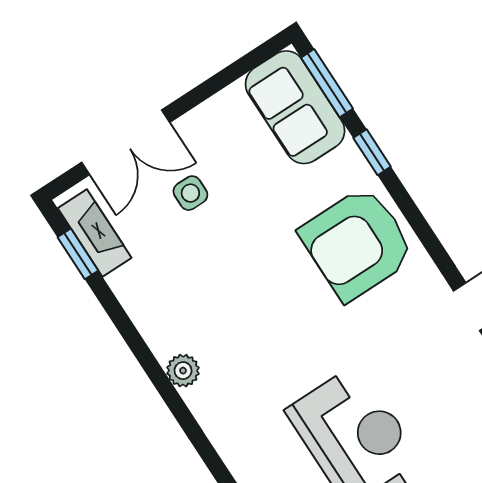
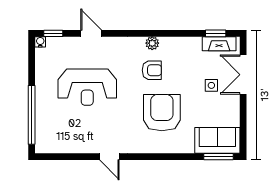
window: (372, 152) -> (185, 157), removed
armchair: (357, 244) -> (162, 113), moved
armchair: (239, 335) -> (152, 70), added

